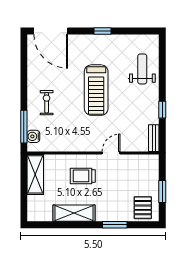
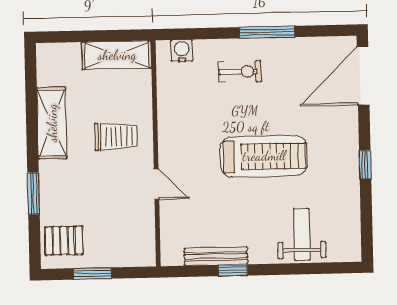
weight bench: (142, 69) -> (302, 234), turned -90
treadmill: (96, 90) -> (264, 156), turned 180
window: (24, 127) -> (267, 32), moved
bench: (154, 138) -> (216, 256), moved, width x1.36
trolley: (83, 176) -> (116, 137), turned 90

